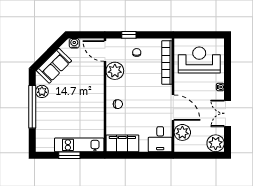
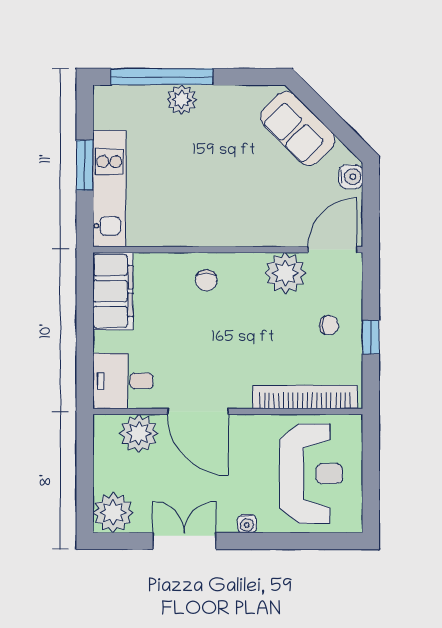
window: (129, 35) -> (371, 337), moved
plant: (42, 91) -> (182, 100), moved
window: (32, 107) -> (162, 77), moved
door: (173, 108) -> (198, 411), hinge flipped

